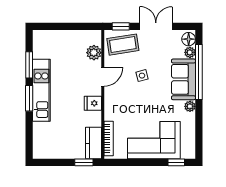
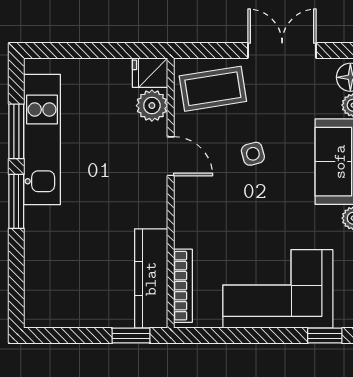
window: (121, 26) -> (208, 50), removed
door: (103, 77) -> (171, 156), hinge flipped
kitchen unit: (41, 90) -> (42, 140), moved
fridge: (93, 103) -> (150, 73), moved
kitchen counter: (93, 143) -> (151, 279), width x1.50

